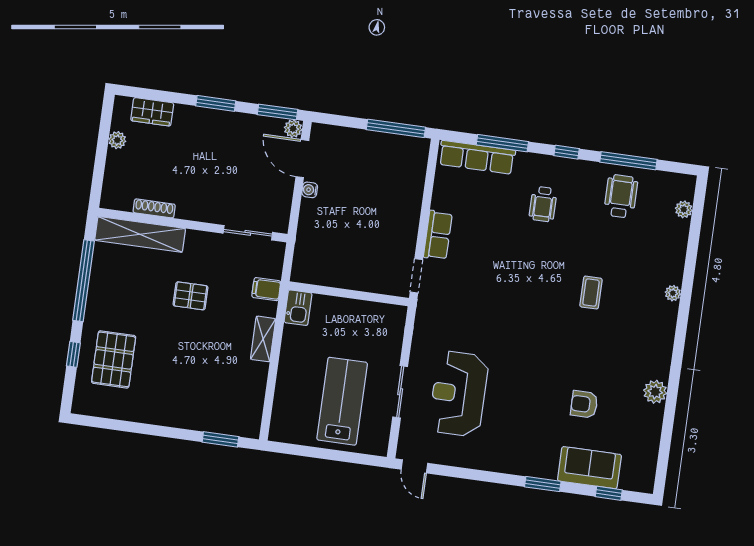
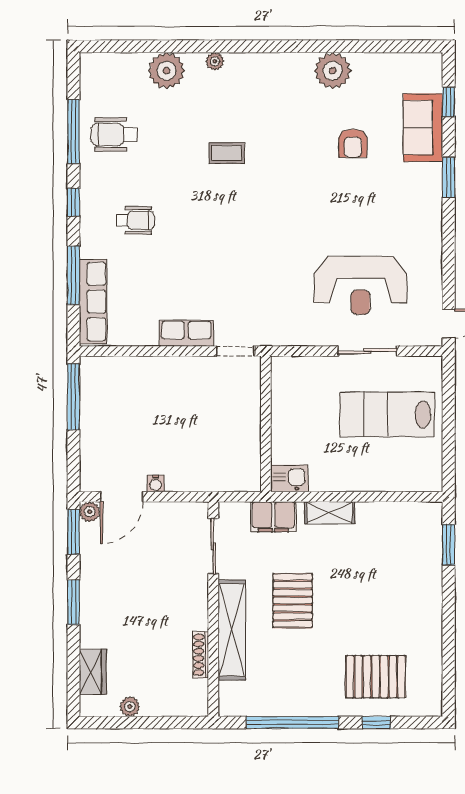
plant: (684, 209) -> (167, 71), moved, width x1.88, depth x1.88
shelving: (140, 234) -> (232, 630), moved
filing cabinet: (266, 289) -> (273, 517), width x2.00
pallet: (190, 296) -> (293, 601), width x1.50, depth x1.42
plant: (655, 392) -> (333, 71), width x1.36, depth x1.36

